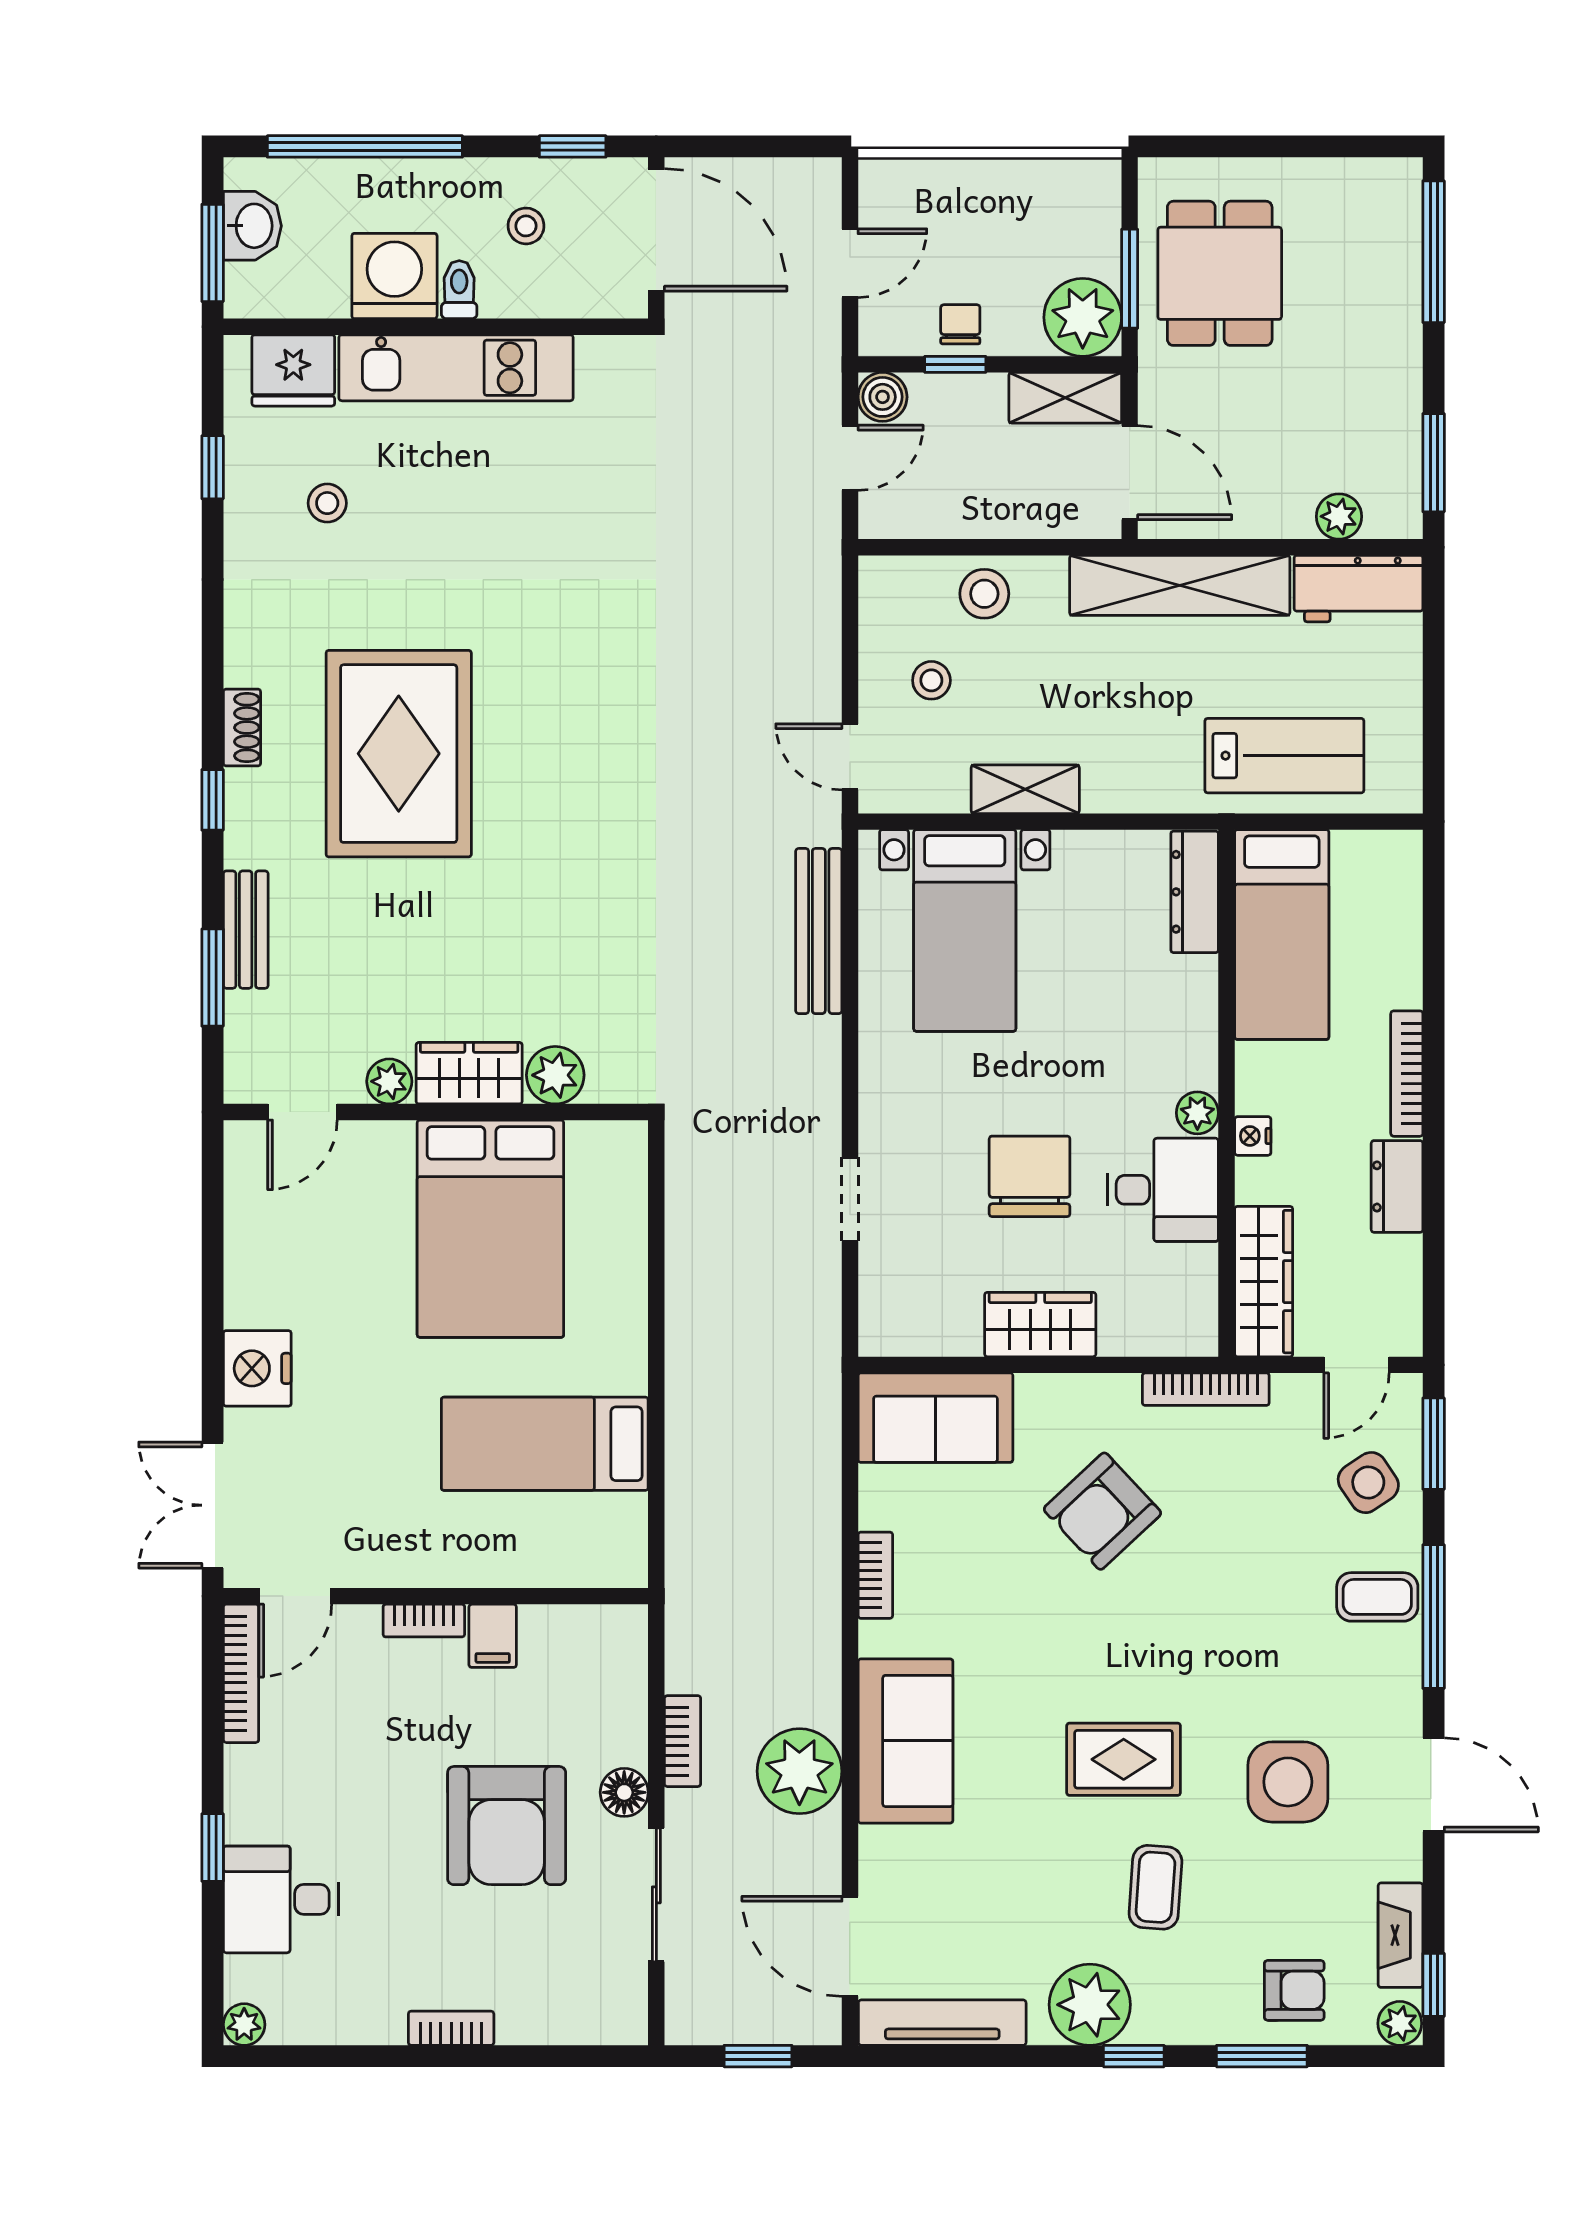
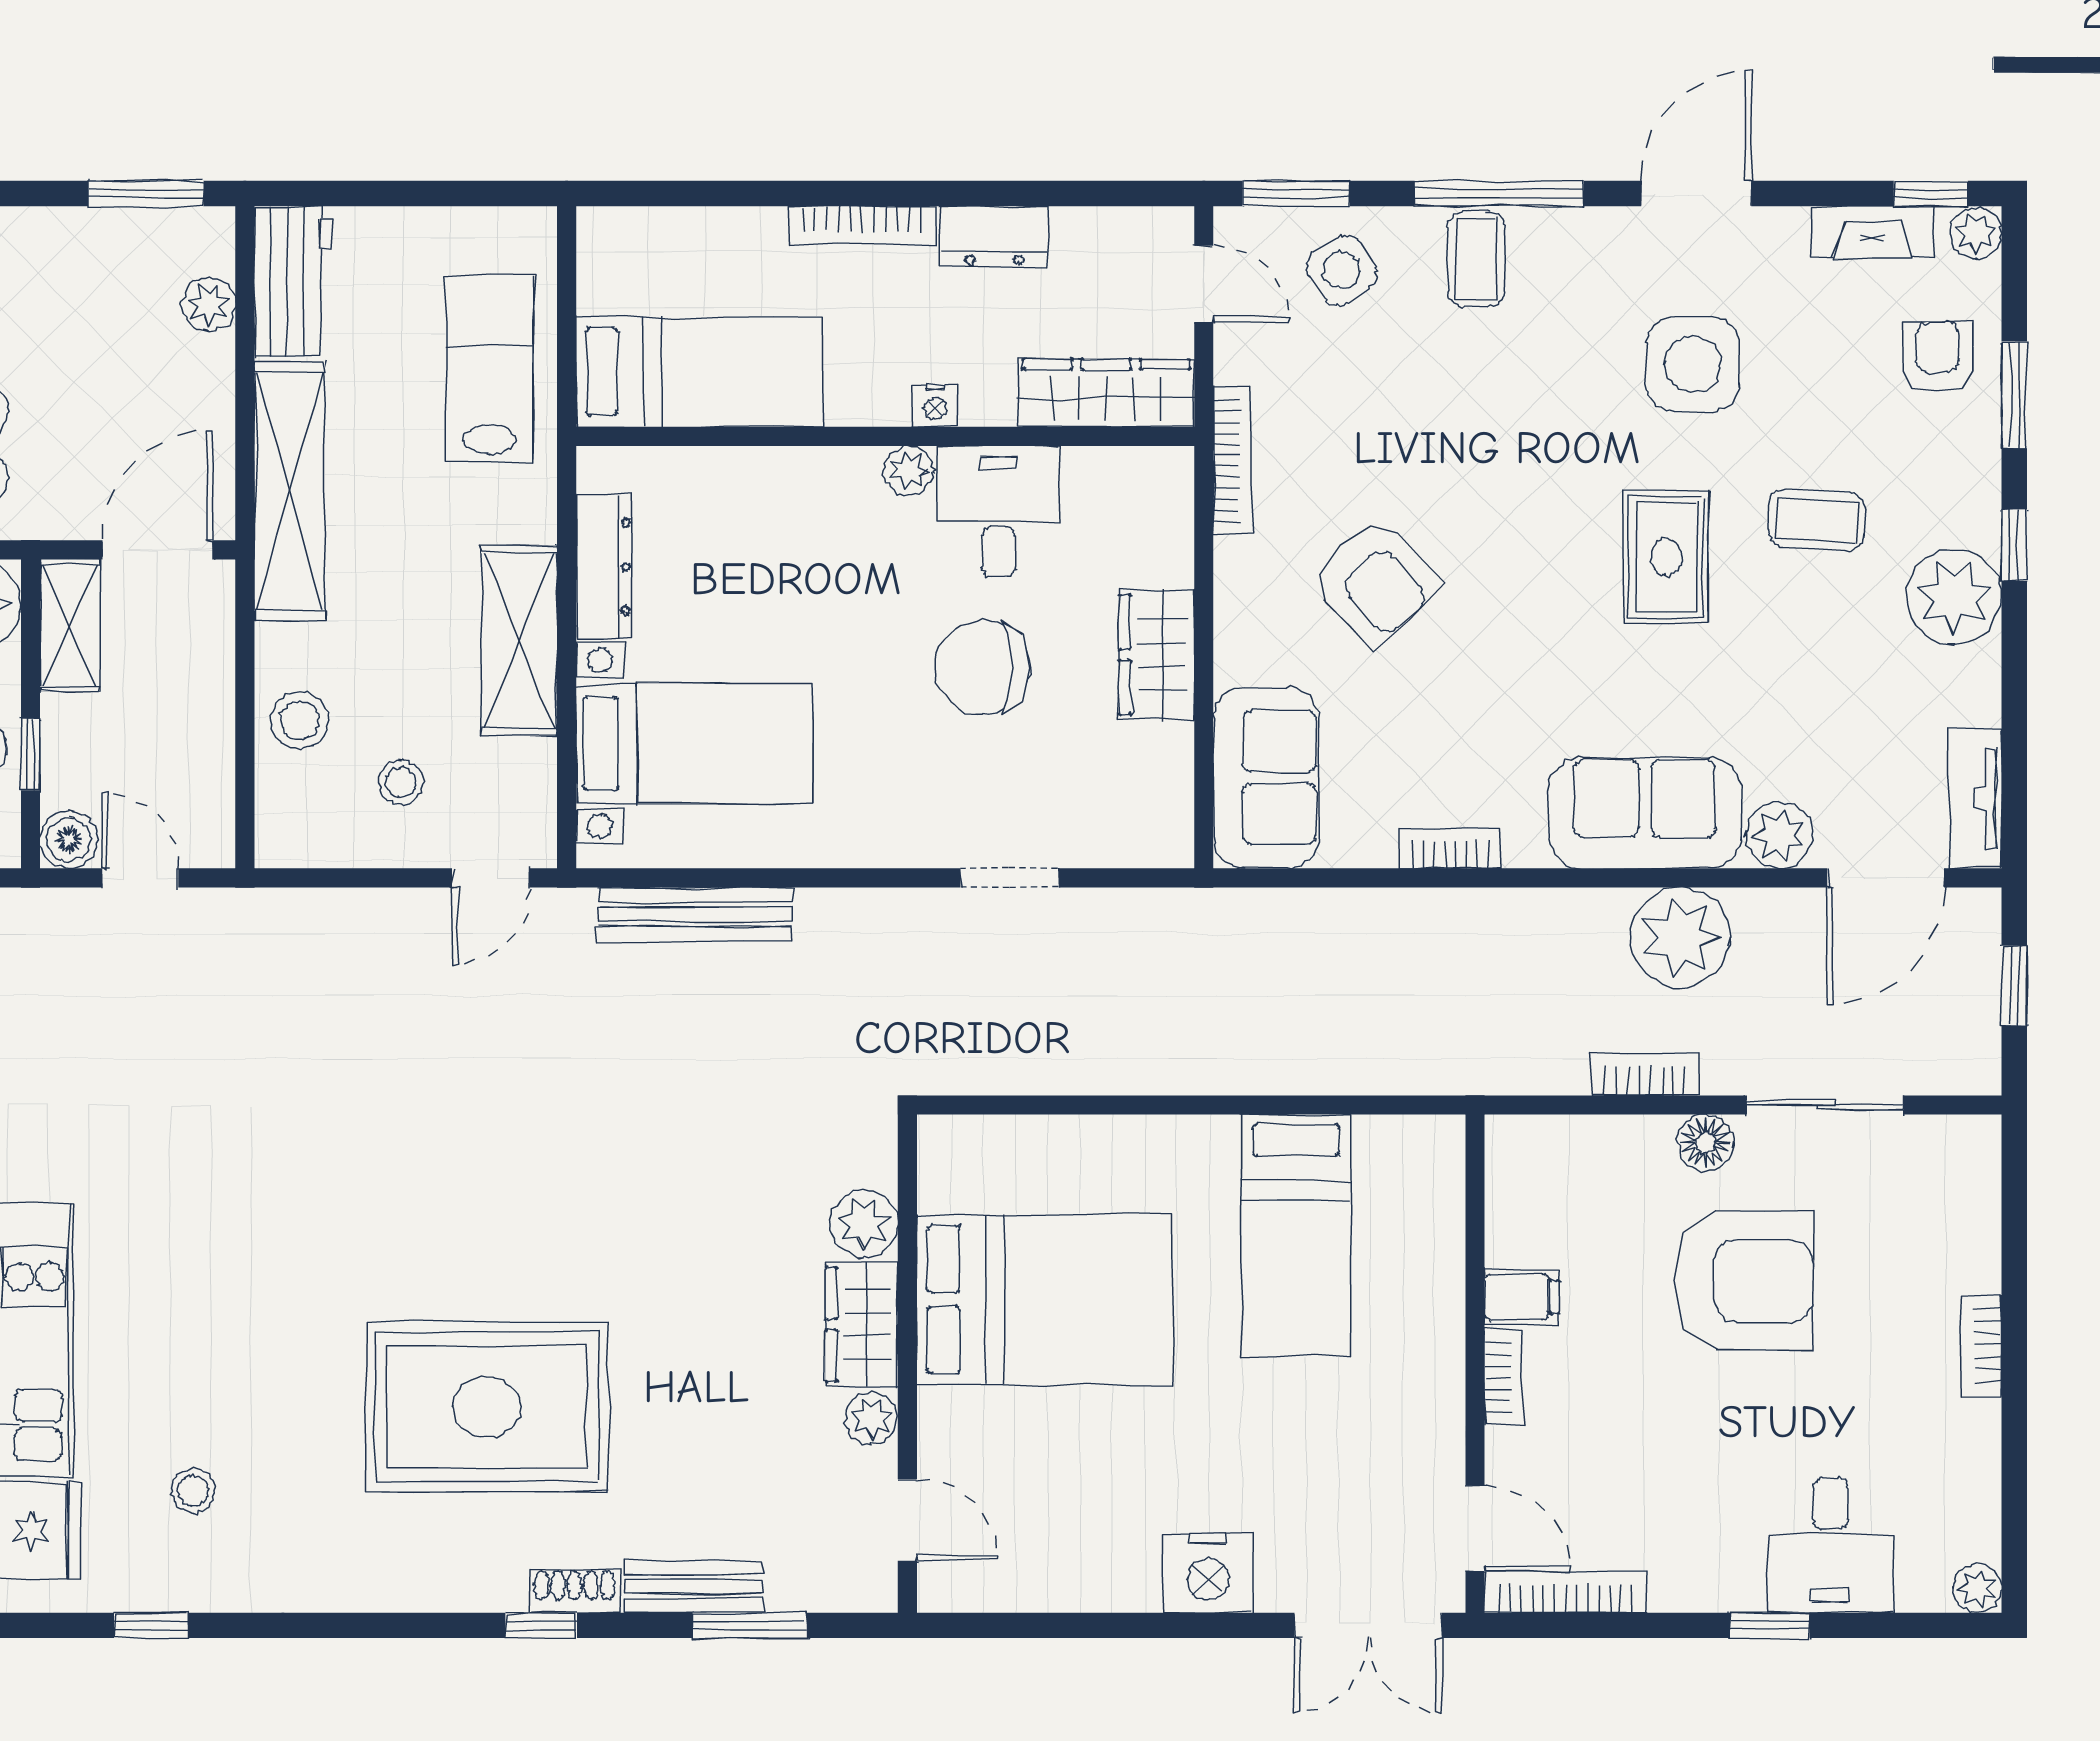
shoe rack: (242, 728) -> (574, 1591), moved
shelving: (1025, 789) -> (519, 641), width x1.50, depth x1.33
dresser: (1195, 892) -> (604, 567), moved, turned -90
plant: (886, 1856) -> (1779, 835), added
tv unit: (942, 2023) -> (1975, 798), width x0.71

